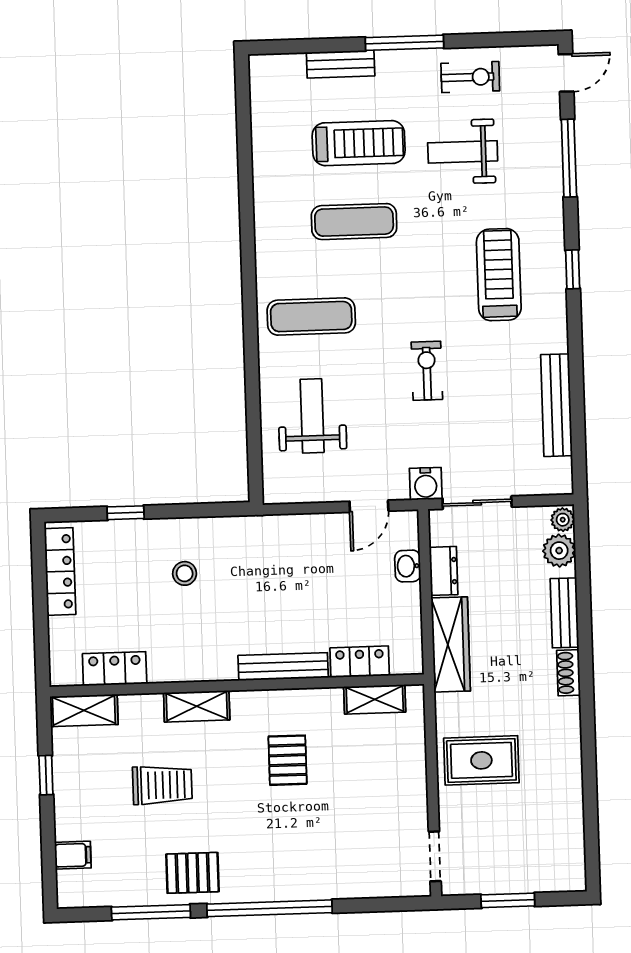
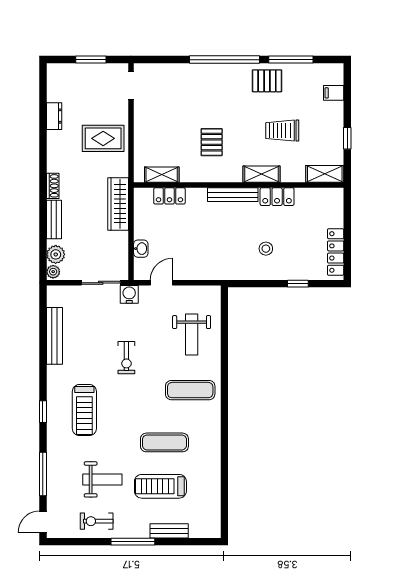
dresser: (444, 571) -> (54, 116), moved, turned 180
bench: (283, 667) -> (233, 195), moved
locker: (115, 669) -> (277, 197), moved

